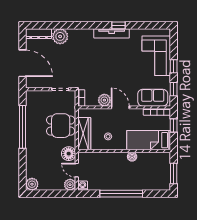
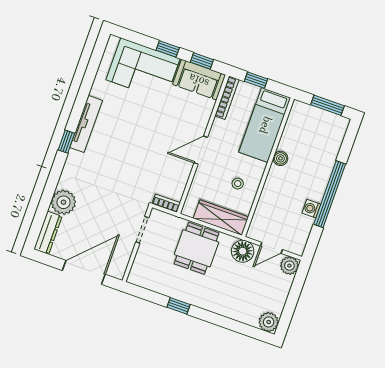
window: (118, 25) -> (66, 142), moved
sofa: (153, 98) -> (199, 80), moved, turned -90
plant: (104, 100) -> (182, 170), removed
window: (23, 127) -> (179, 306), width x0.32
washing machine: (83, 186) -> (311, 209), moved

